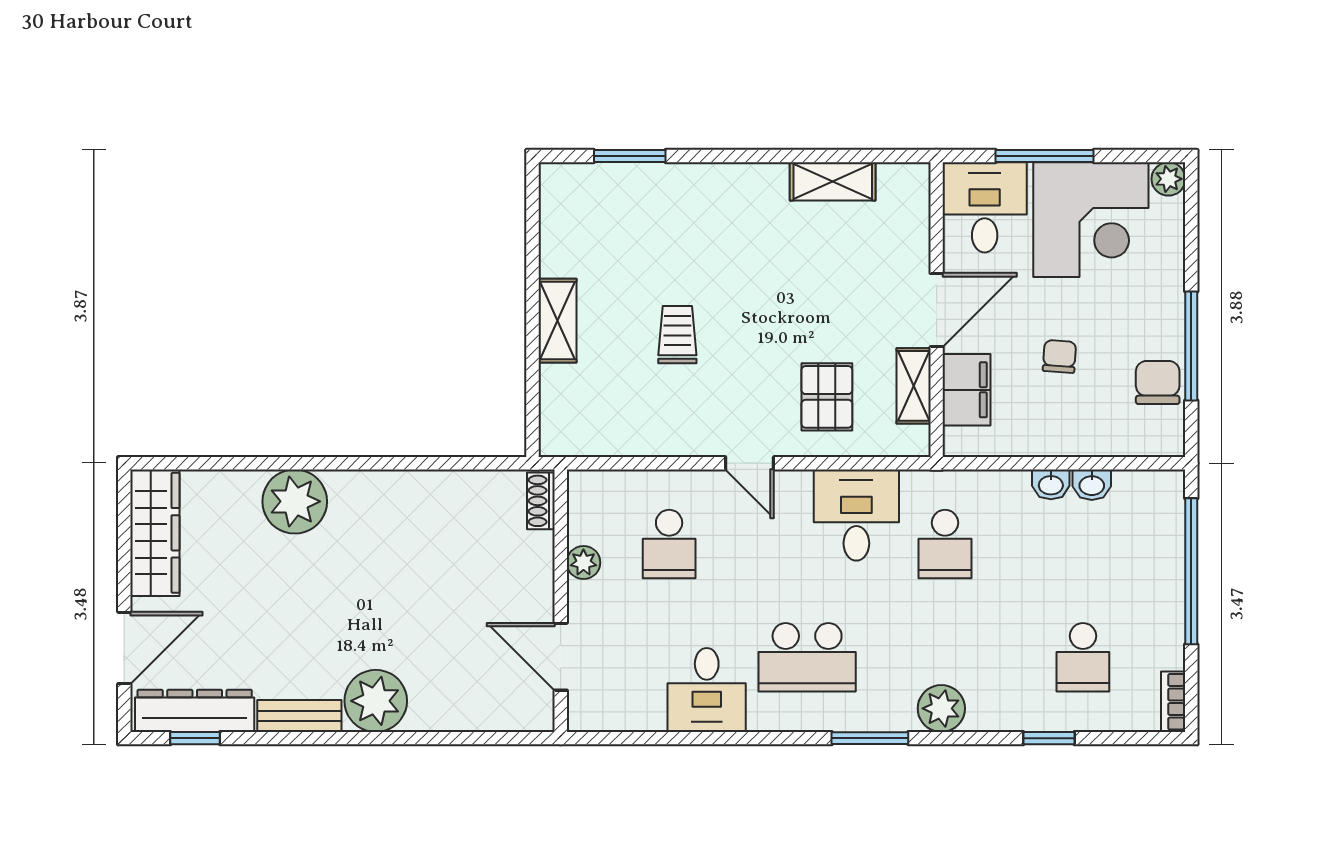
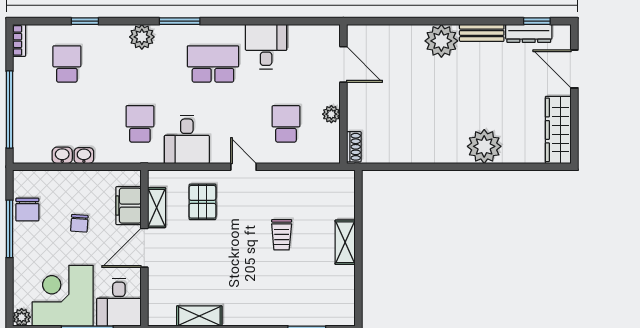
door: (124, 648) -> (574, 69), hinge flipped
dresser: (195, 711) -> (529, 33), width x0.73, depth x0.80

